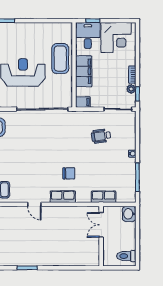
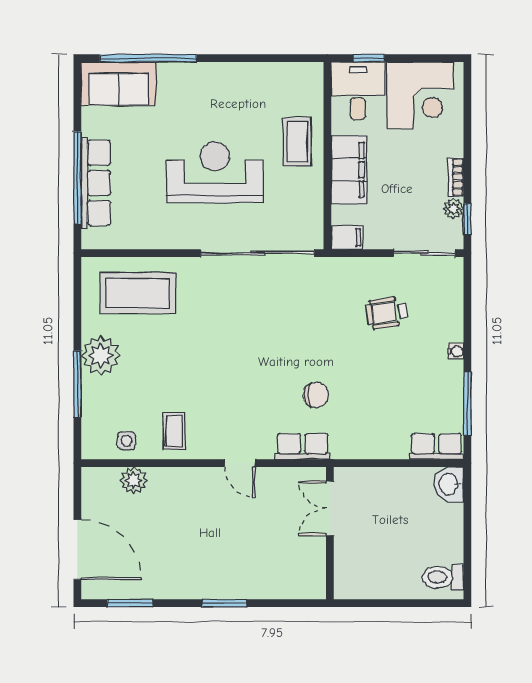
coffee table: (60, 59) -> (297, 142), width x0.73, depth x0.76
row of seats: (104, 197) -> (437, 446), moved
double door: (101, 225) -> (330, 508), moved
wall: (101, 236) -> (330, 533), moved

